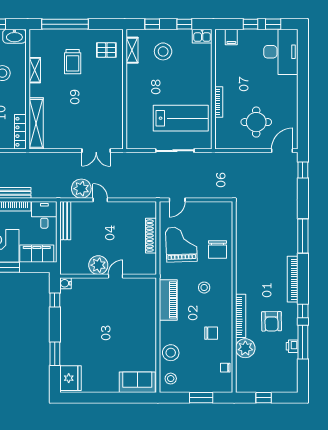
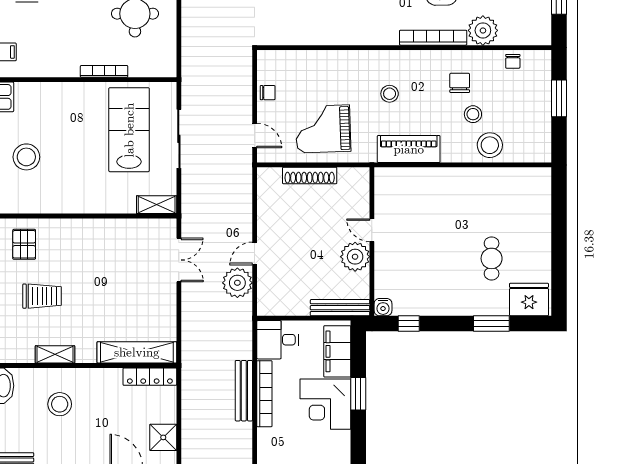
shelving: (132, 50) -> (157, 205), moved
bench: (65, 221) -> (340, 308), moved
chair: (218, 249) -> (268, 93), moved, width x0.54, depth x0.54
cafe table: (97, 354) -> (492, 258), added
stool: (171, 379) -> (473, 114), moved
sofa: (137, 382) -> (535, 197), removed

